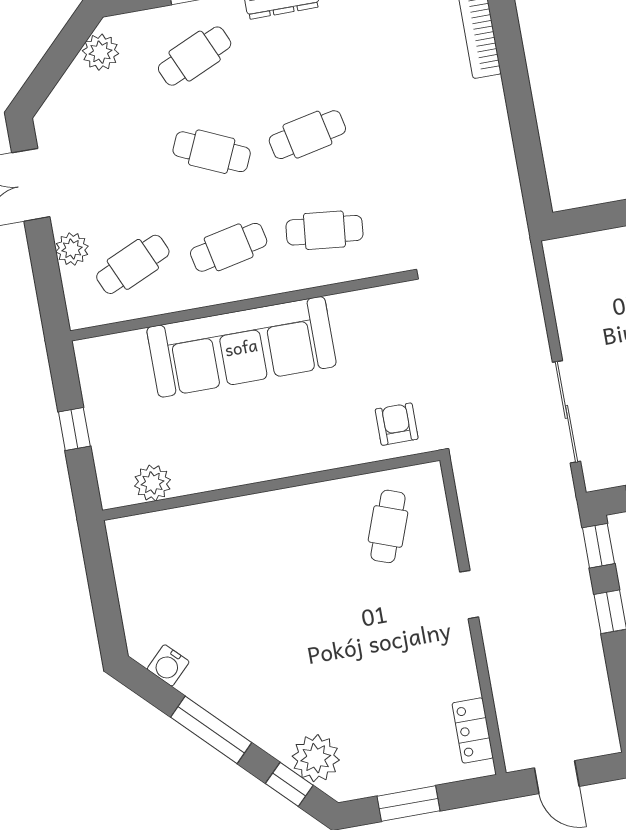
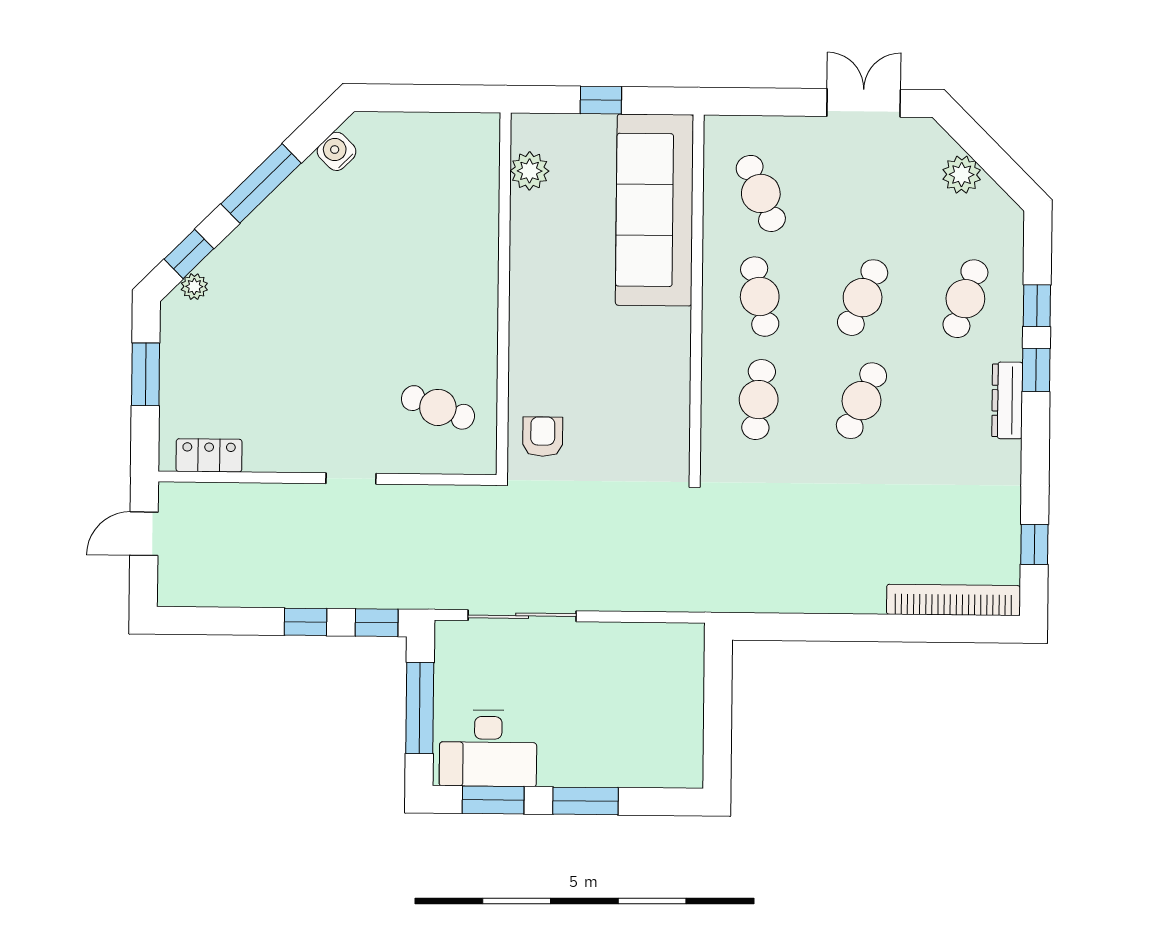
plant: (100, 52) -> (962, 175), moved
cafe table: (195, 56) -> (965, 299), turned 42
cafe table: (307, 135) -> (861, 401), turned 36
plant: (72, 249) -> (789, 133), removed
sofa: (241, 347) -> (654, 210), moved
armchair: (397, 424) -> (543, 437), turned -90
plant: (316, 758) -> (194, 287), width x0.53, depth x0.53

